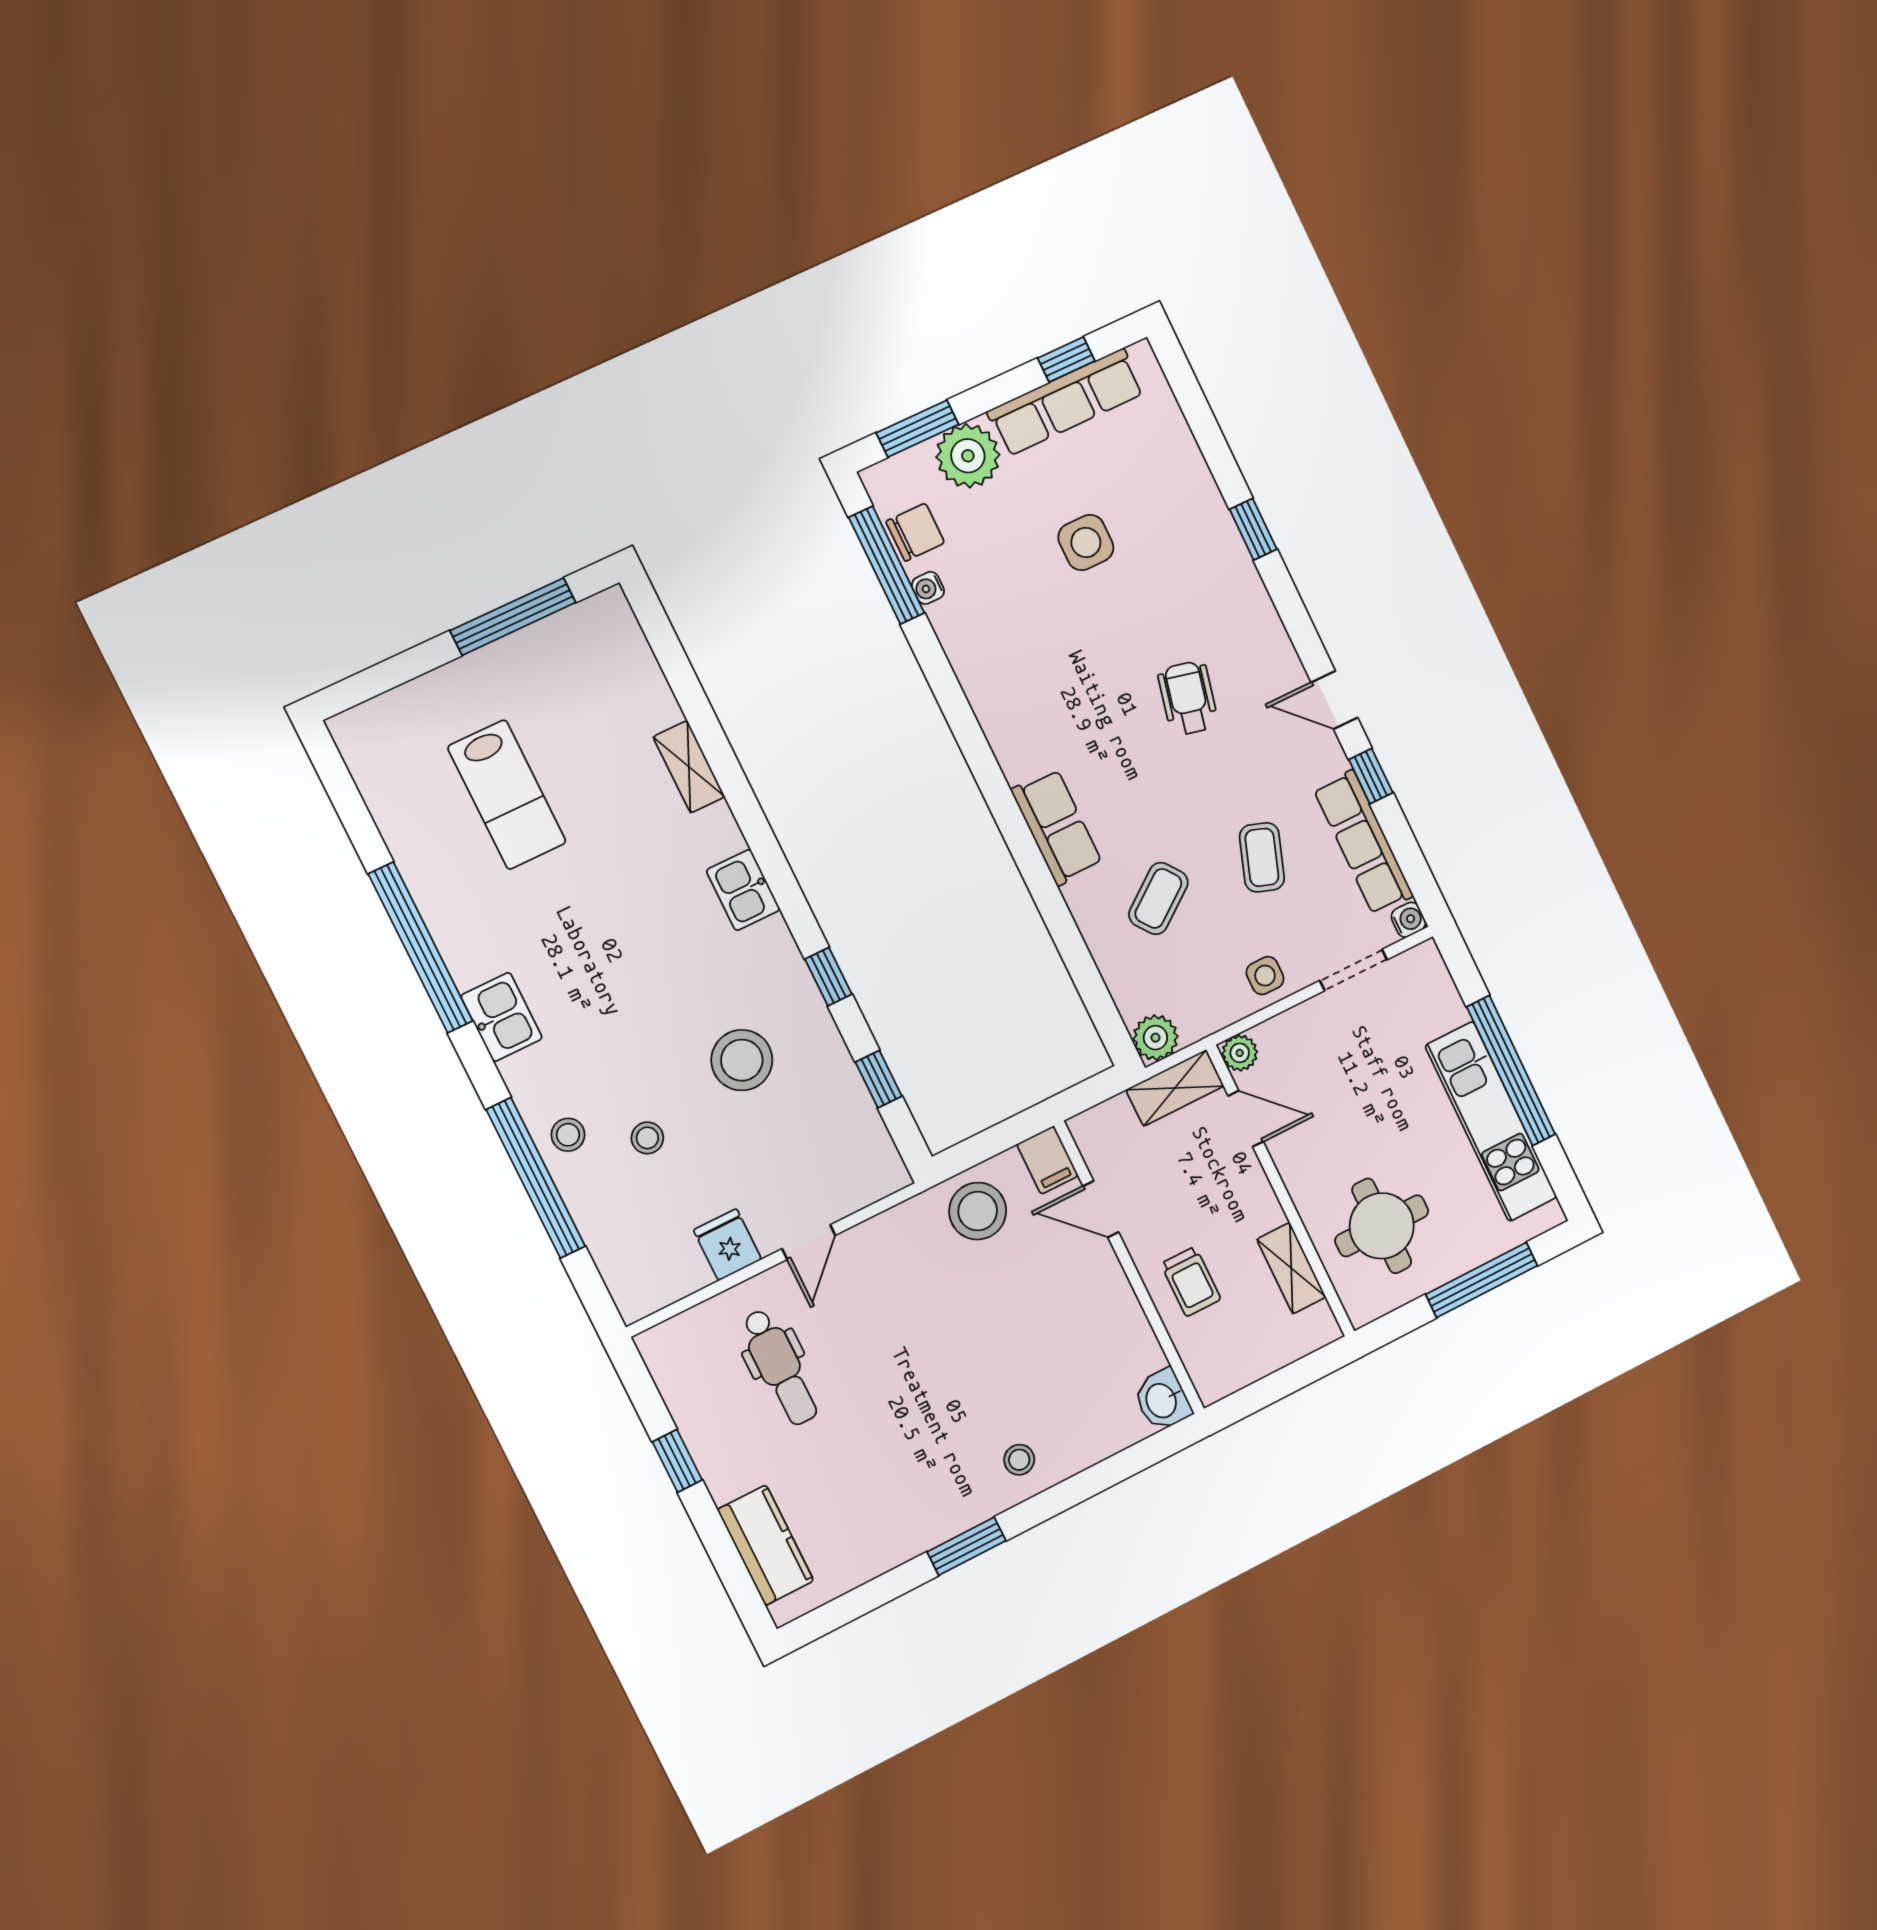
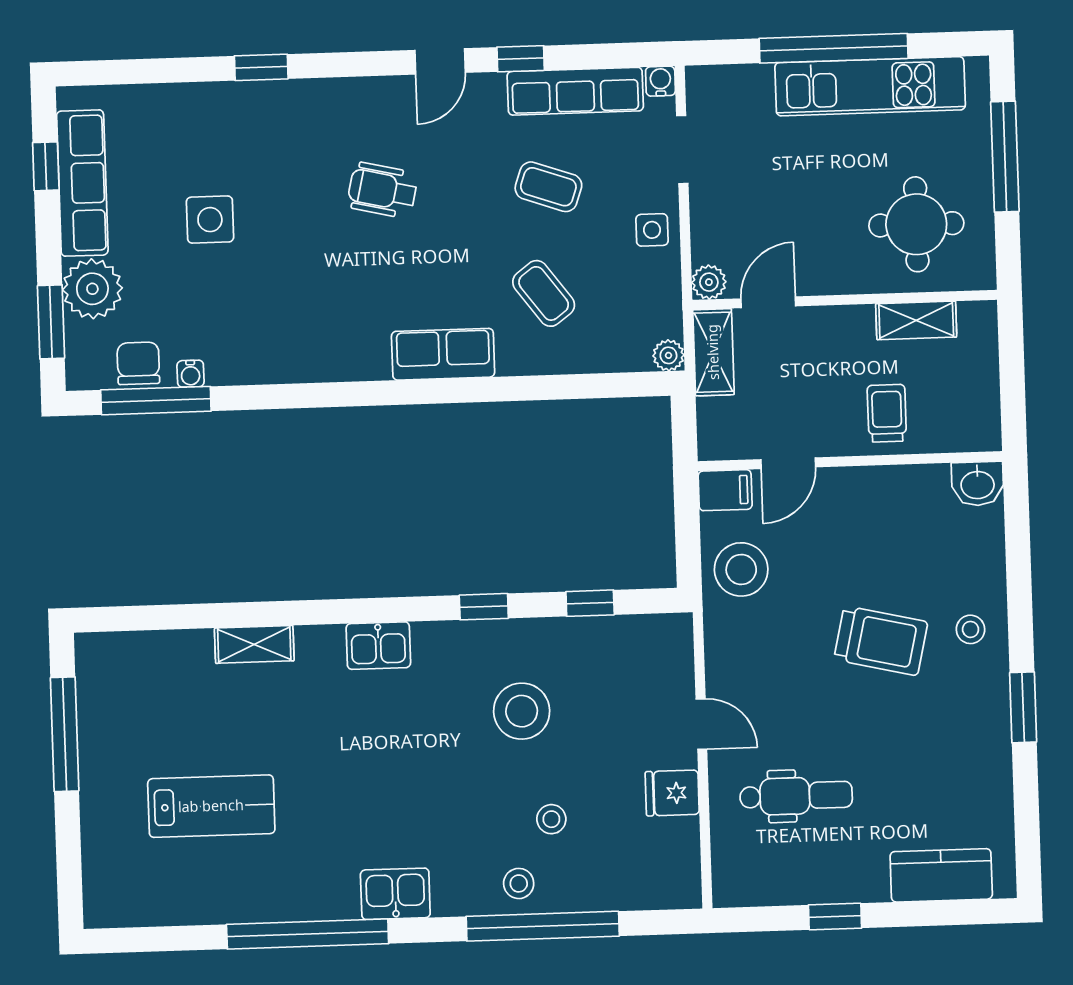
plant: (1155, 1038) -> (668, 355), width x0.73, depth x0.73
trolley: (1191, 1281) -> (887, 413), turned -90
trolley: (969, 1378) -> (881, 641), added

